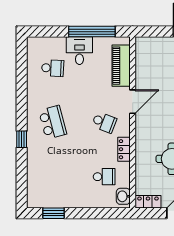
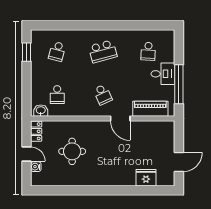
school desk: (104, 122) -> (103, 95), turned -45
window: (22, 139) -> (88, 25), removed
locker: (124, 149) -> (80, 111), removed
school desk: (53, 177) -> (57, 51), added

